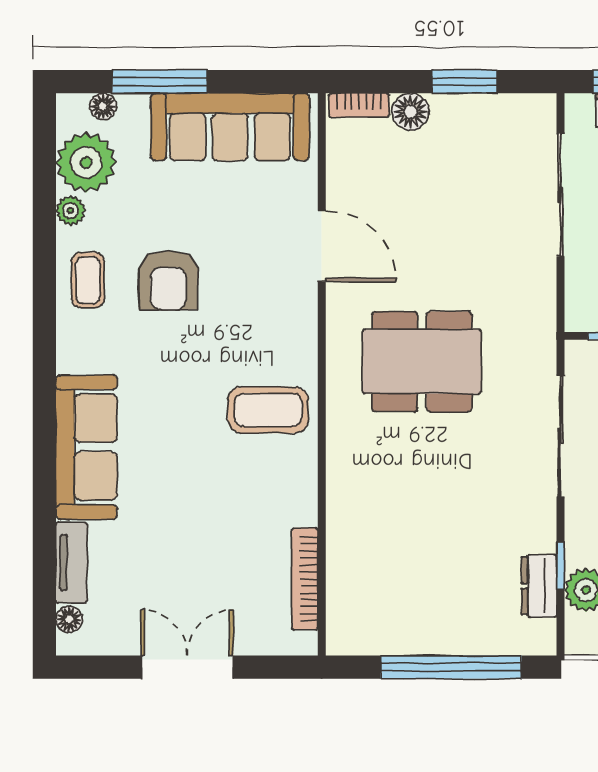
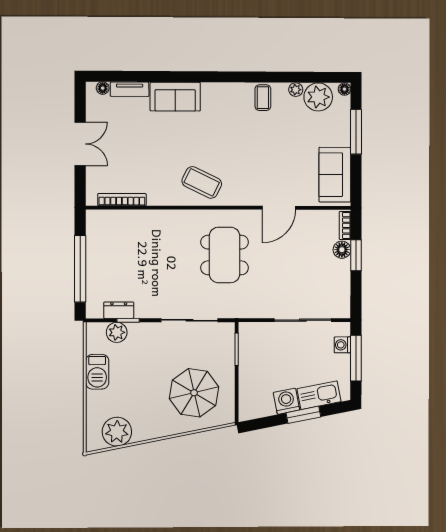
window: (465, 82) -> (356, 255), moved
floor lamp: (103, 106) -> (344, 89), moved
sofa: (230, 127) -> (335, 175), width x0.73
coffee table: (88, 280) -> (263, 98), turned 90
armchair: (168, 280) -> (263, 136), removed
coffee table: (268, 410) -> (202, 182), turned -64
sofa: (86, 447) -> (175, 97), width x0.73

